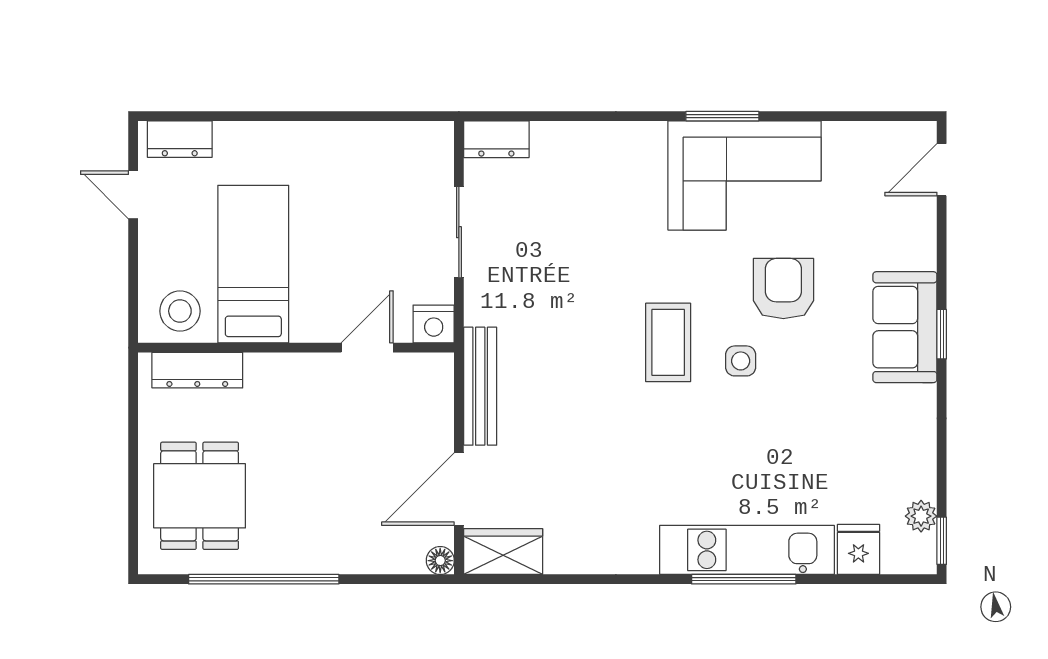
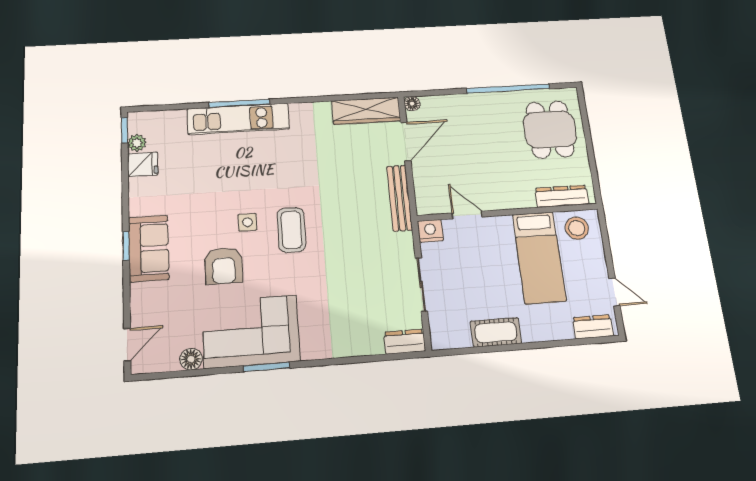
floor lamp: (842, 138) -> (191, 359), added
cot: (344, 143) -> (496, 332), added
door: (367, 348) -> (467, 215), swing flipped
fridge: (858, 549) -> (143, 164), moved, turned -90
wardrobe: (503, 552) -> (366, 111), width x1.50

